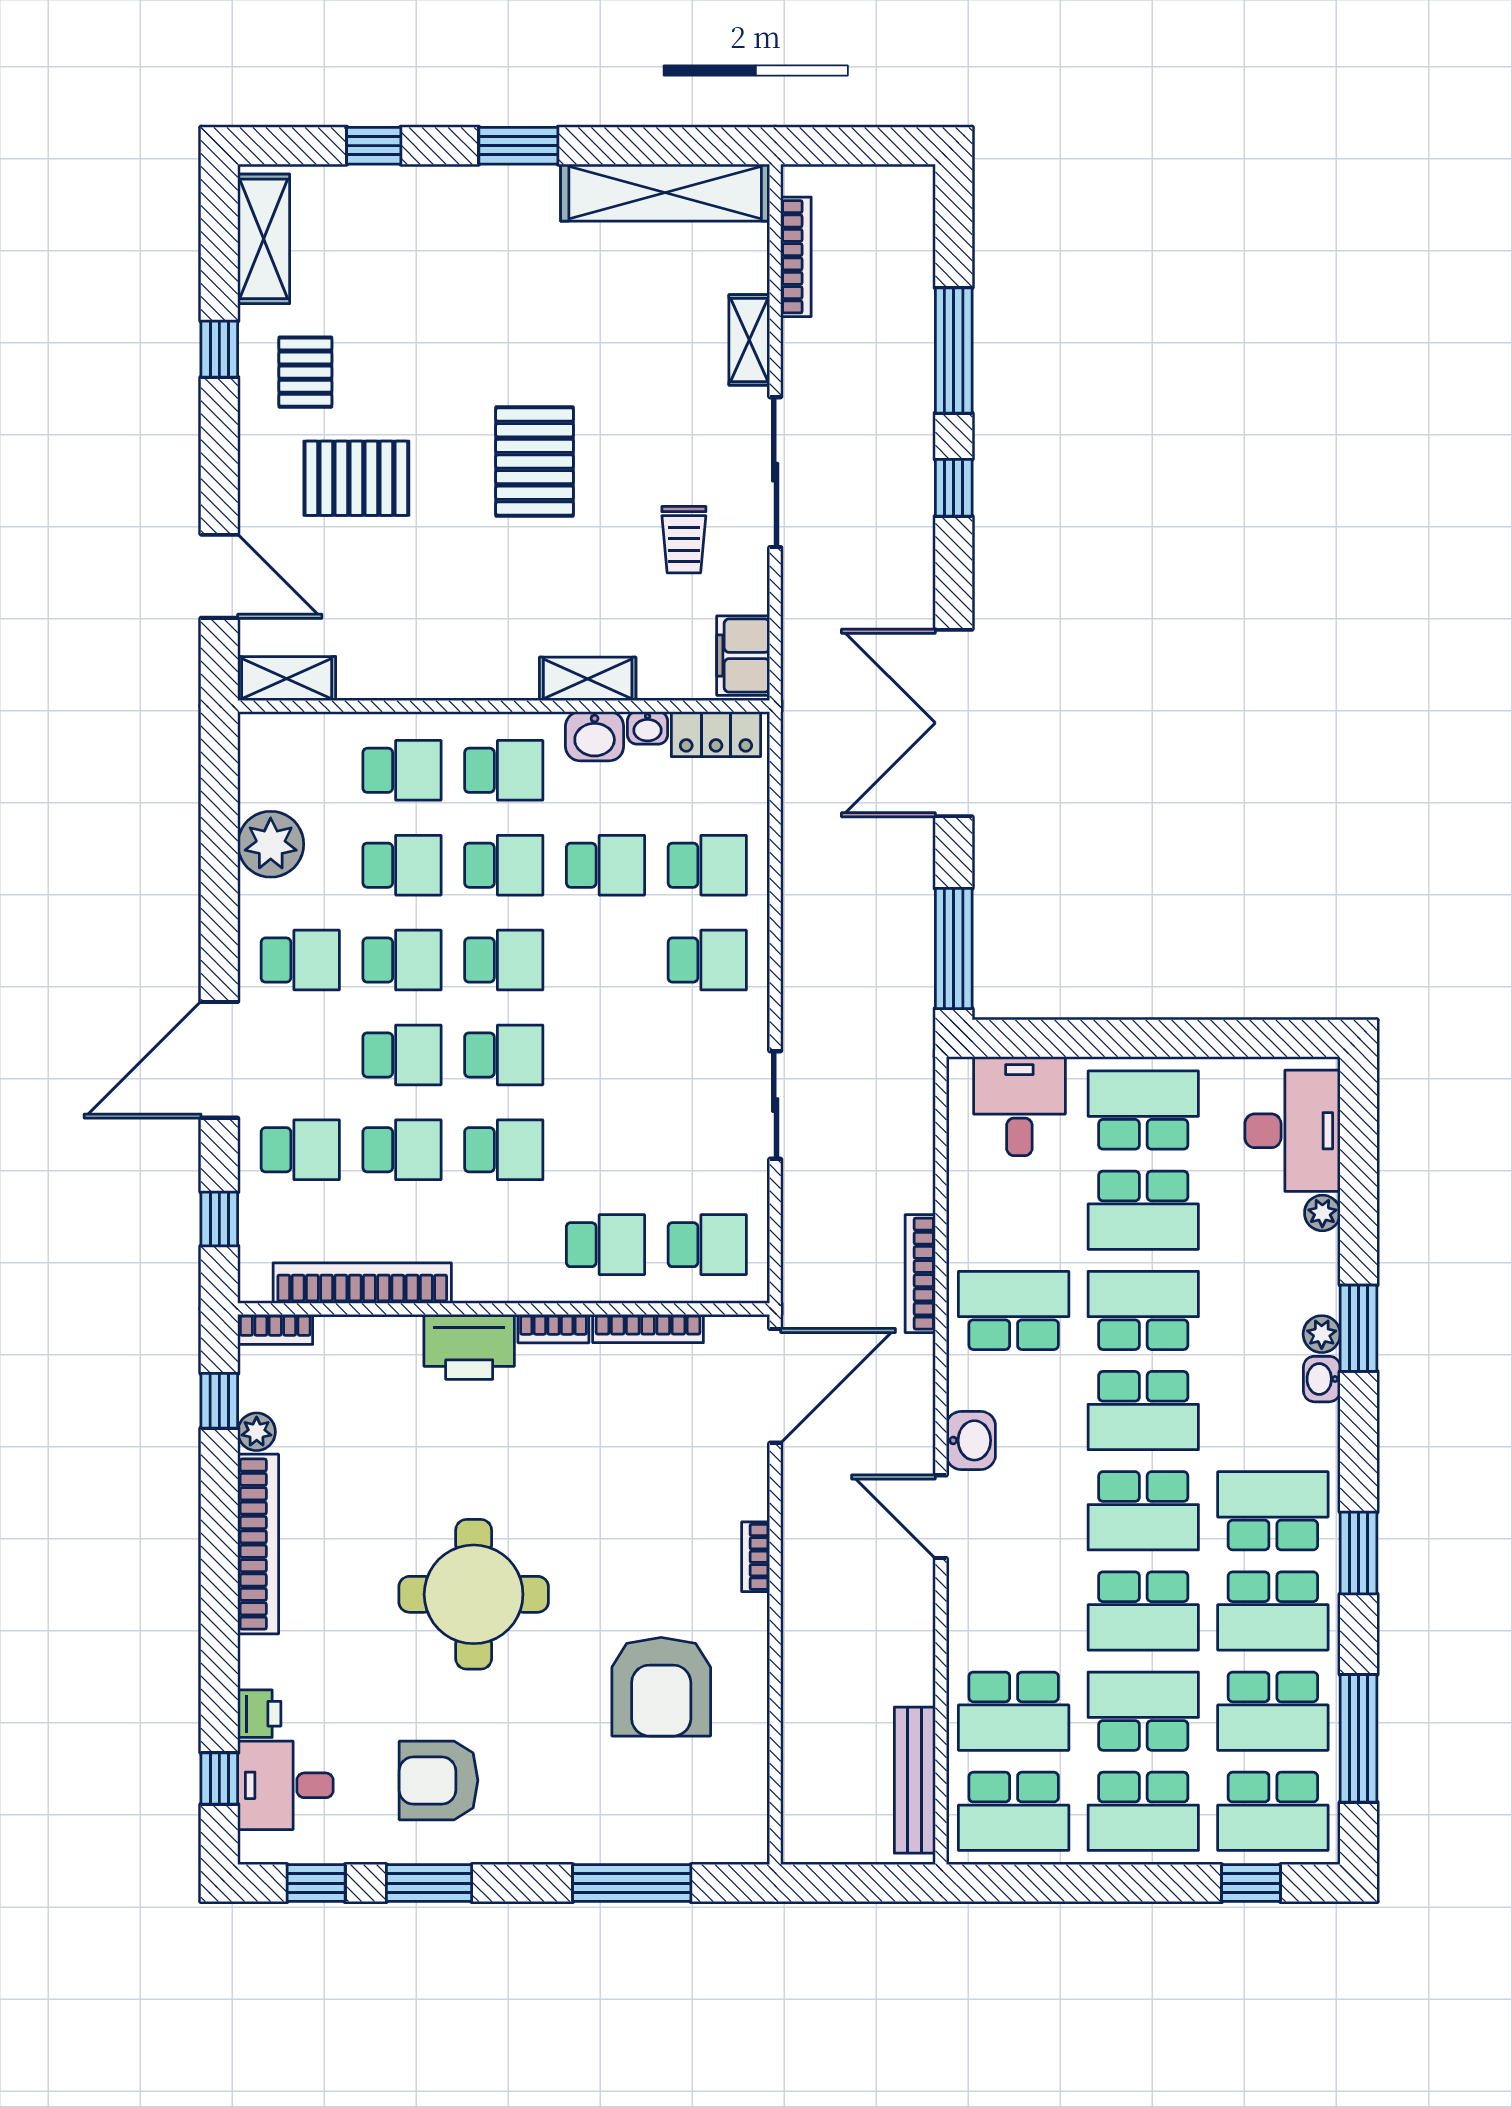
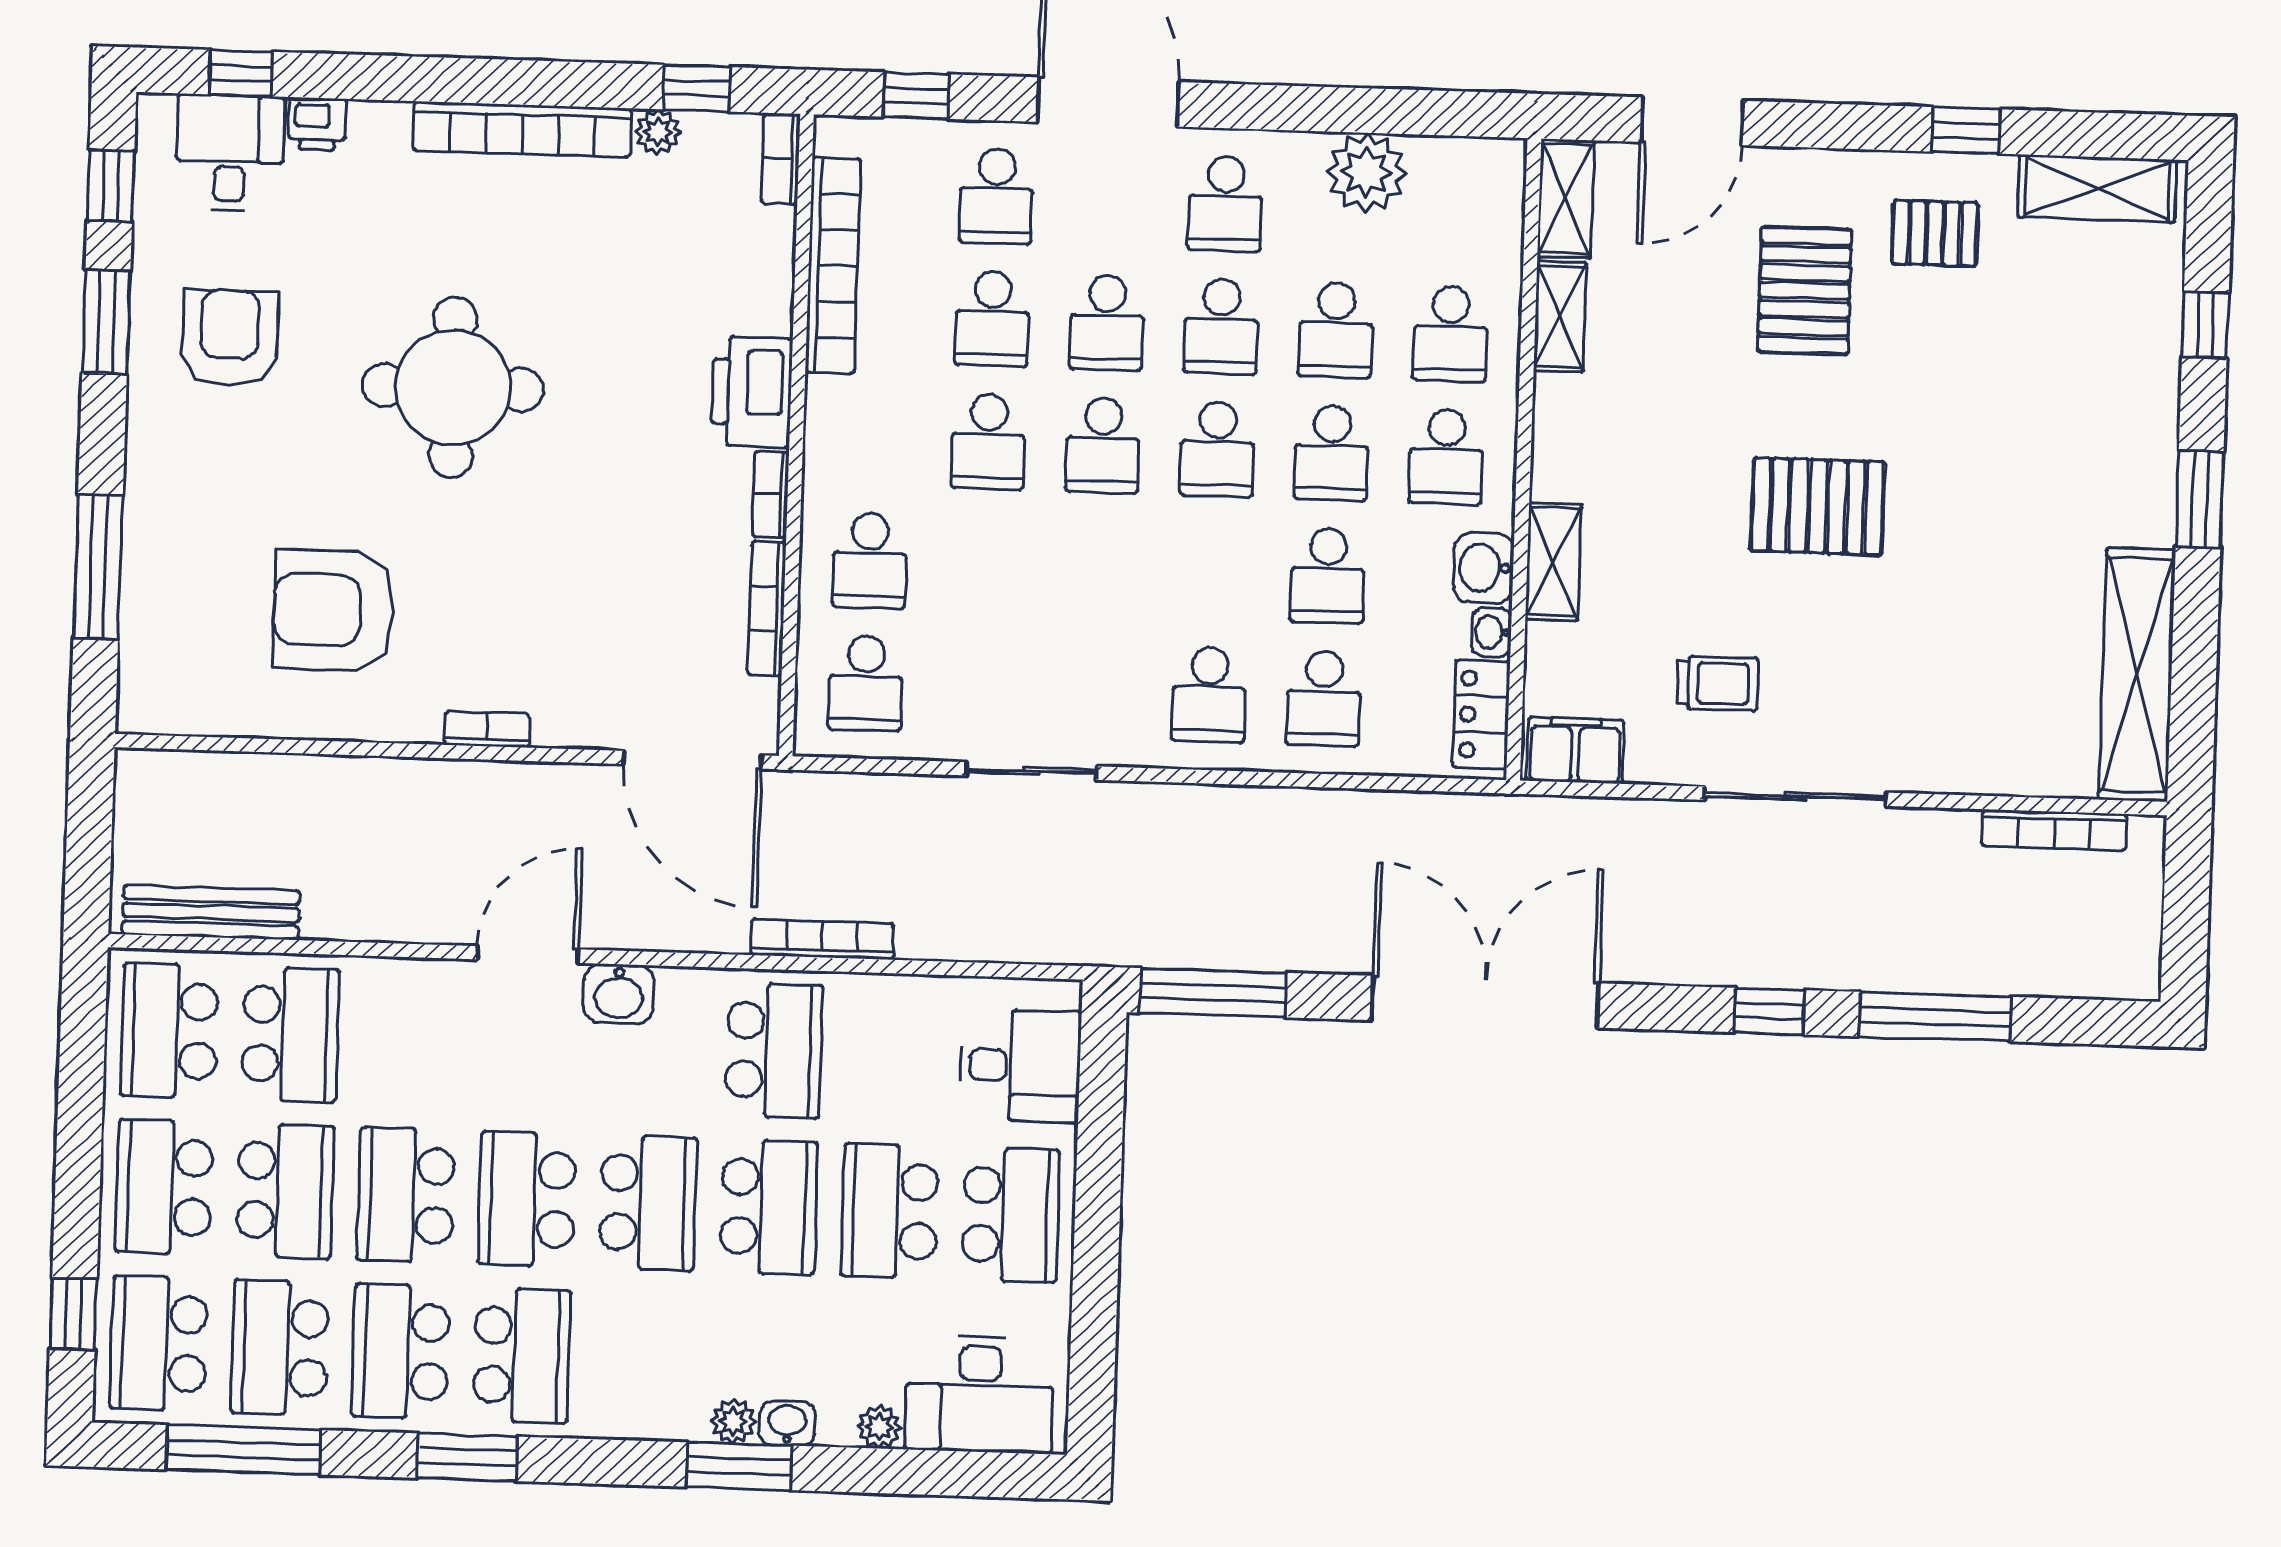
shelving: (749, 340) -> (1560, 317), moved, turned 90
trolley: (684, 540) -> (1717, 683), turned 180
washbasin: (1322, 1379) -> (787, 1423), moved
school desk: (1143, 1411) -> (648, 1203), turned 180
school desk: (1014, 1711) -> (290, 1035), turned 180

